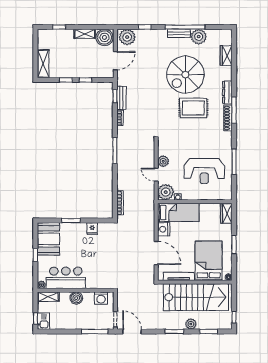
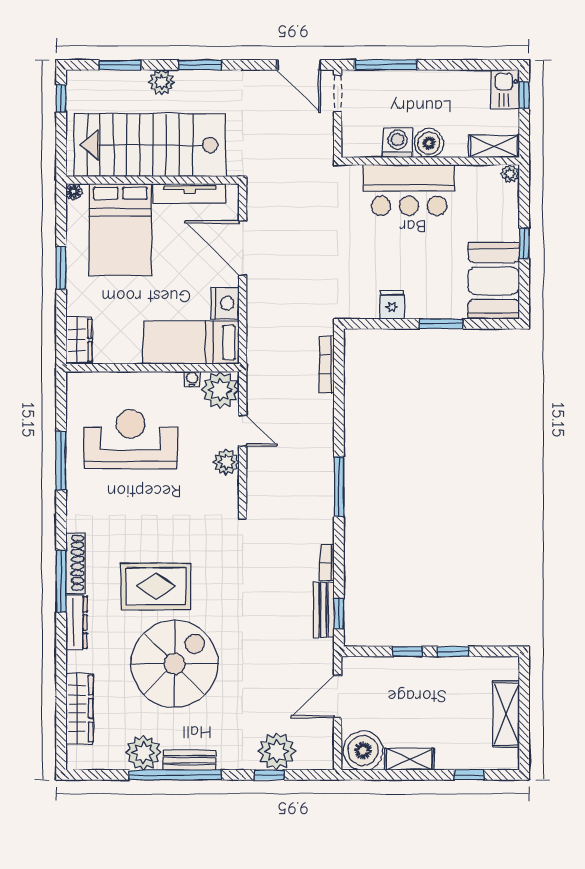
plant: (127, 37) -> (277, 751), moved
wardrobe: (226, 56) -> (79, 708), width x1.50
shelving: (43, 64) -> (506, 714), moved
bar counter: (66, 278) -> (409, 190), moved
washing machine: (101, 298) -> (398, 143), moved

